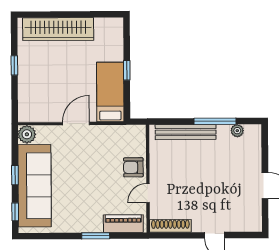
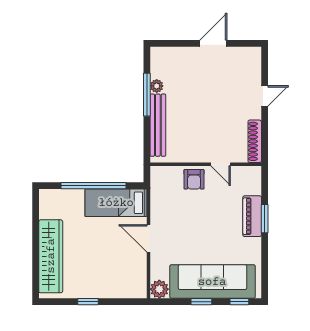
window: (127, 70) -> (94, 186), width x3.17
plant: (237, 131) -> (157, 86), moved
piano: (123, 224) -> (252, 216), moved

